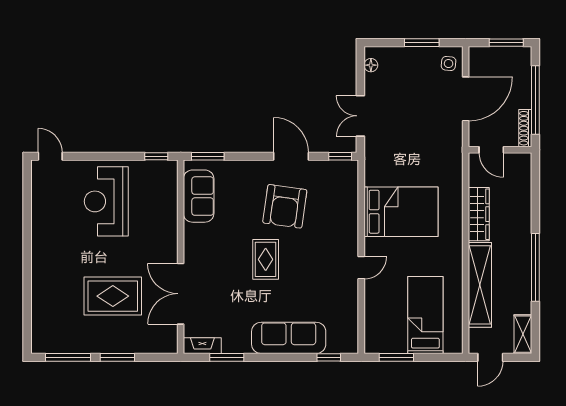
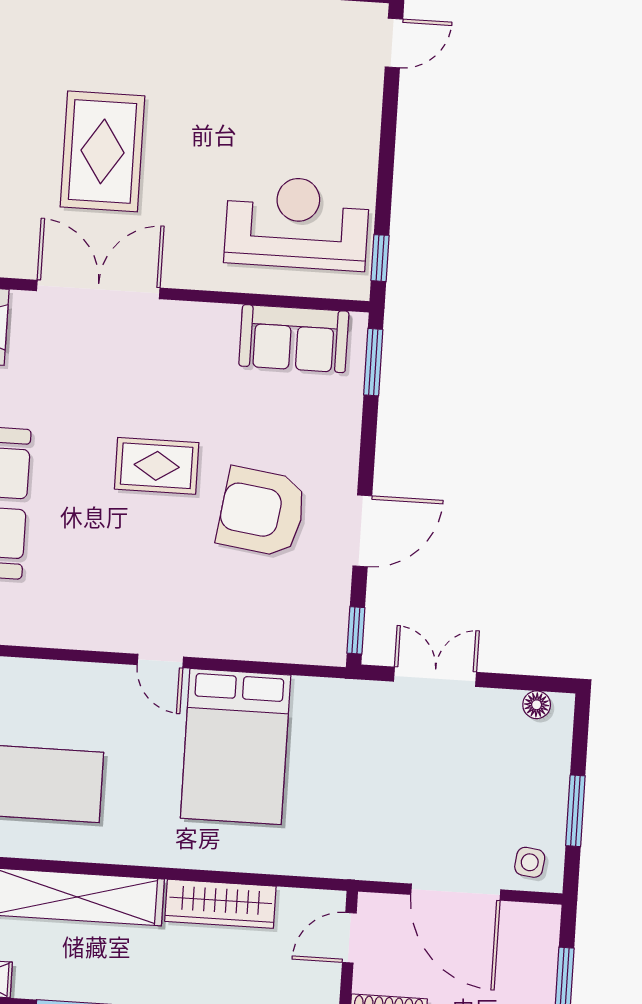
reception desk: (106, 201) -> (297, 223), moved
door: (361, 268) -> (160, 661), moved

